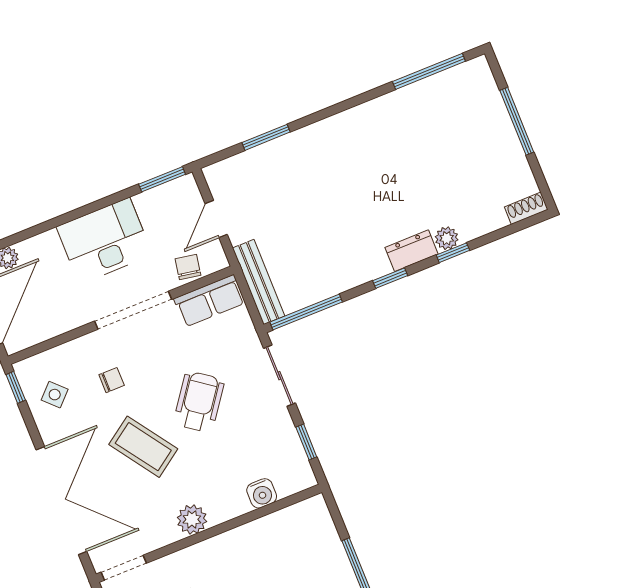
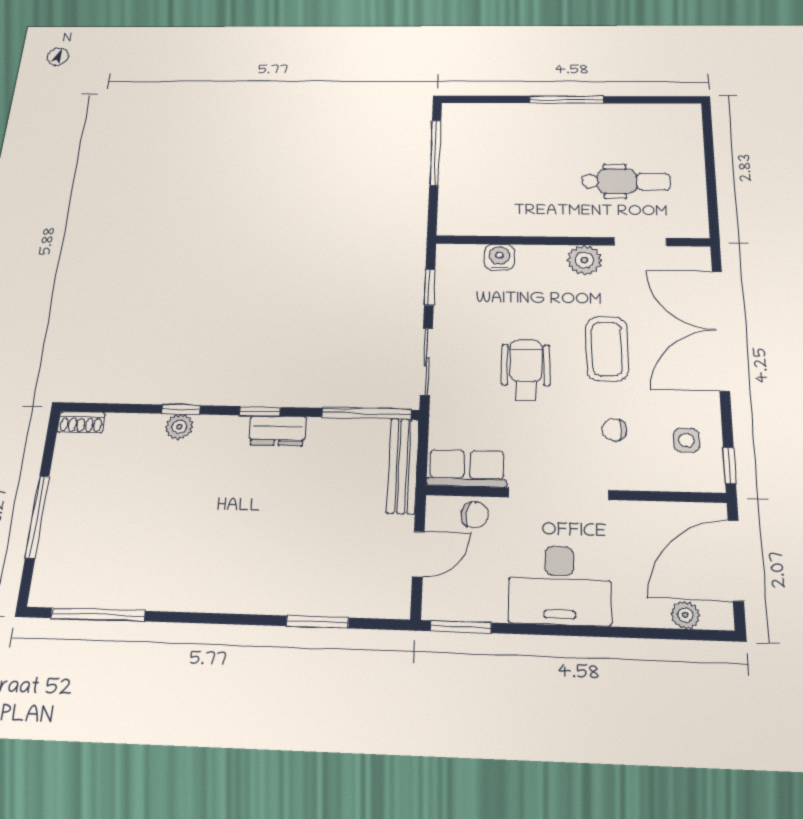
dresser: (412, 251) -> (278, 431), moved
chair: (188, 267) -> (475, 515), turned -93
side table: (55, 395) -> (686, 440), turned 45
wheelchair: (199, 402) -> (526, 370), turned 144
coffee table: (143, 447) -> (607, 349), turned 35
doorway: (124, 568) -> (640, 242), moved

